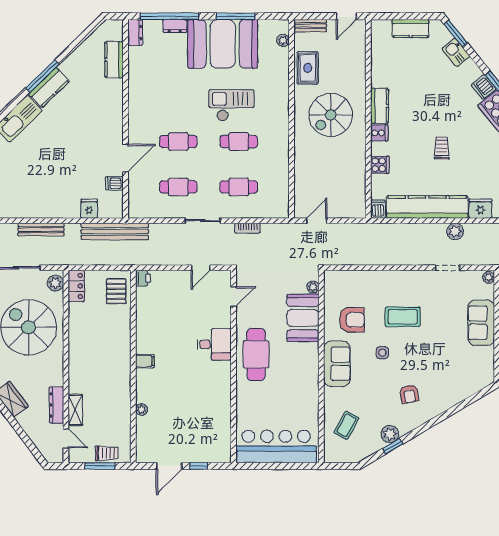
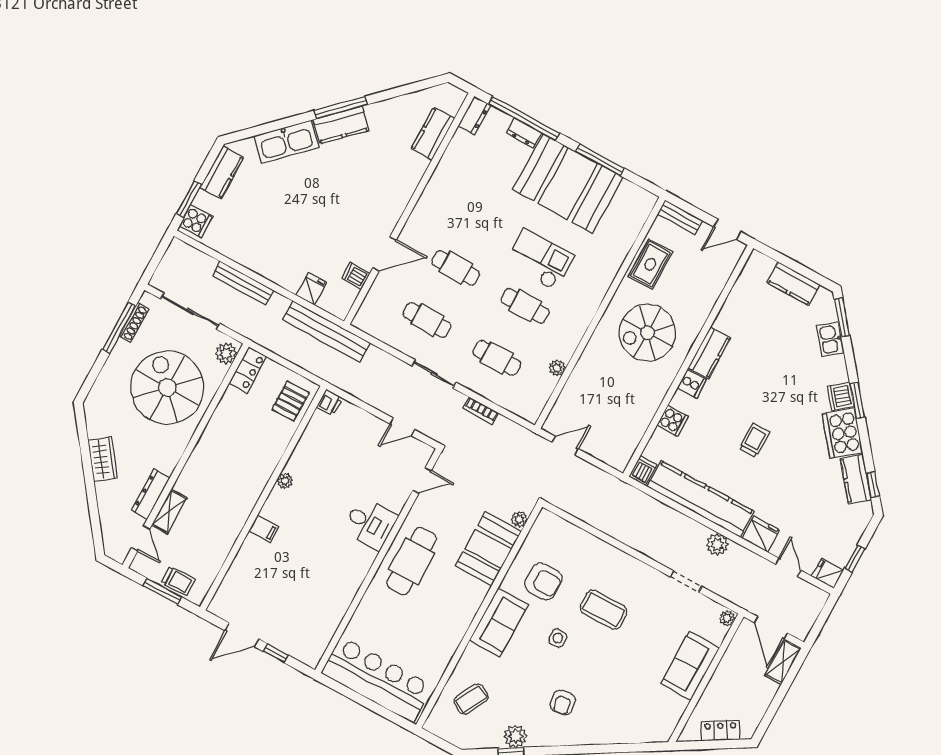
plant: (283, 40) -> (557, 368), moved
filing cabinet: (145, 361) -> (264, 529), moved
plant: (142, 409) -> (285, 481), moved

